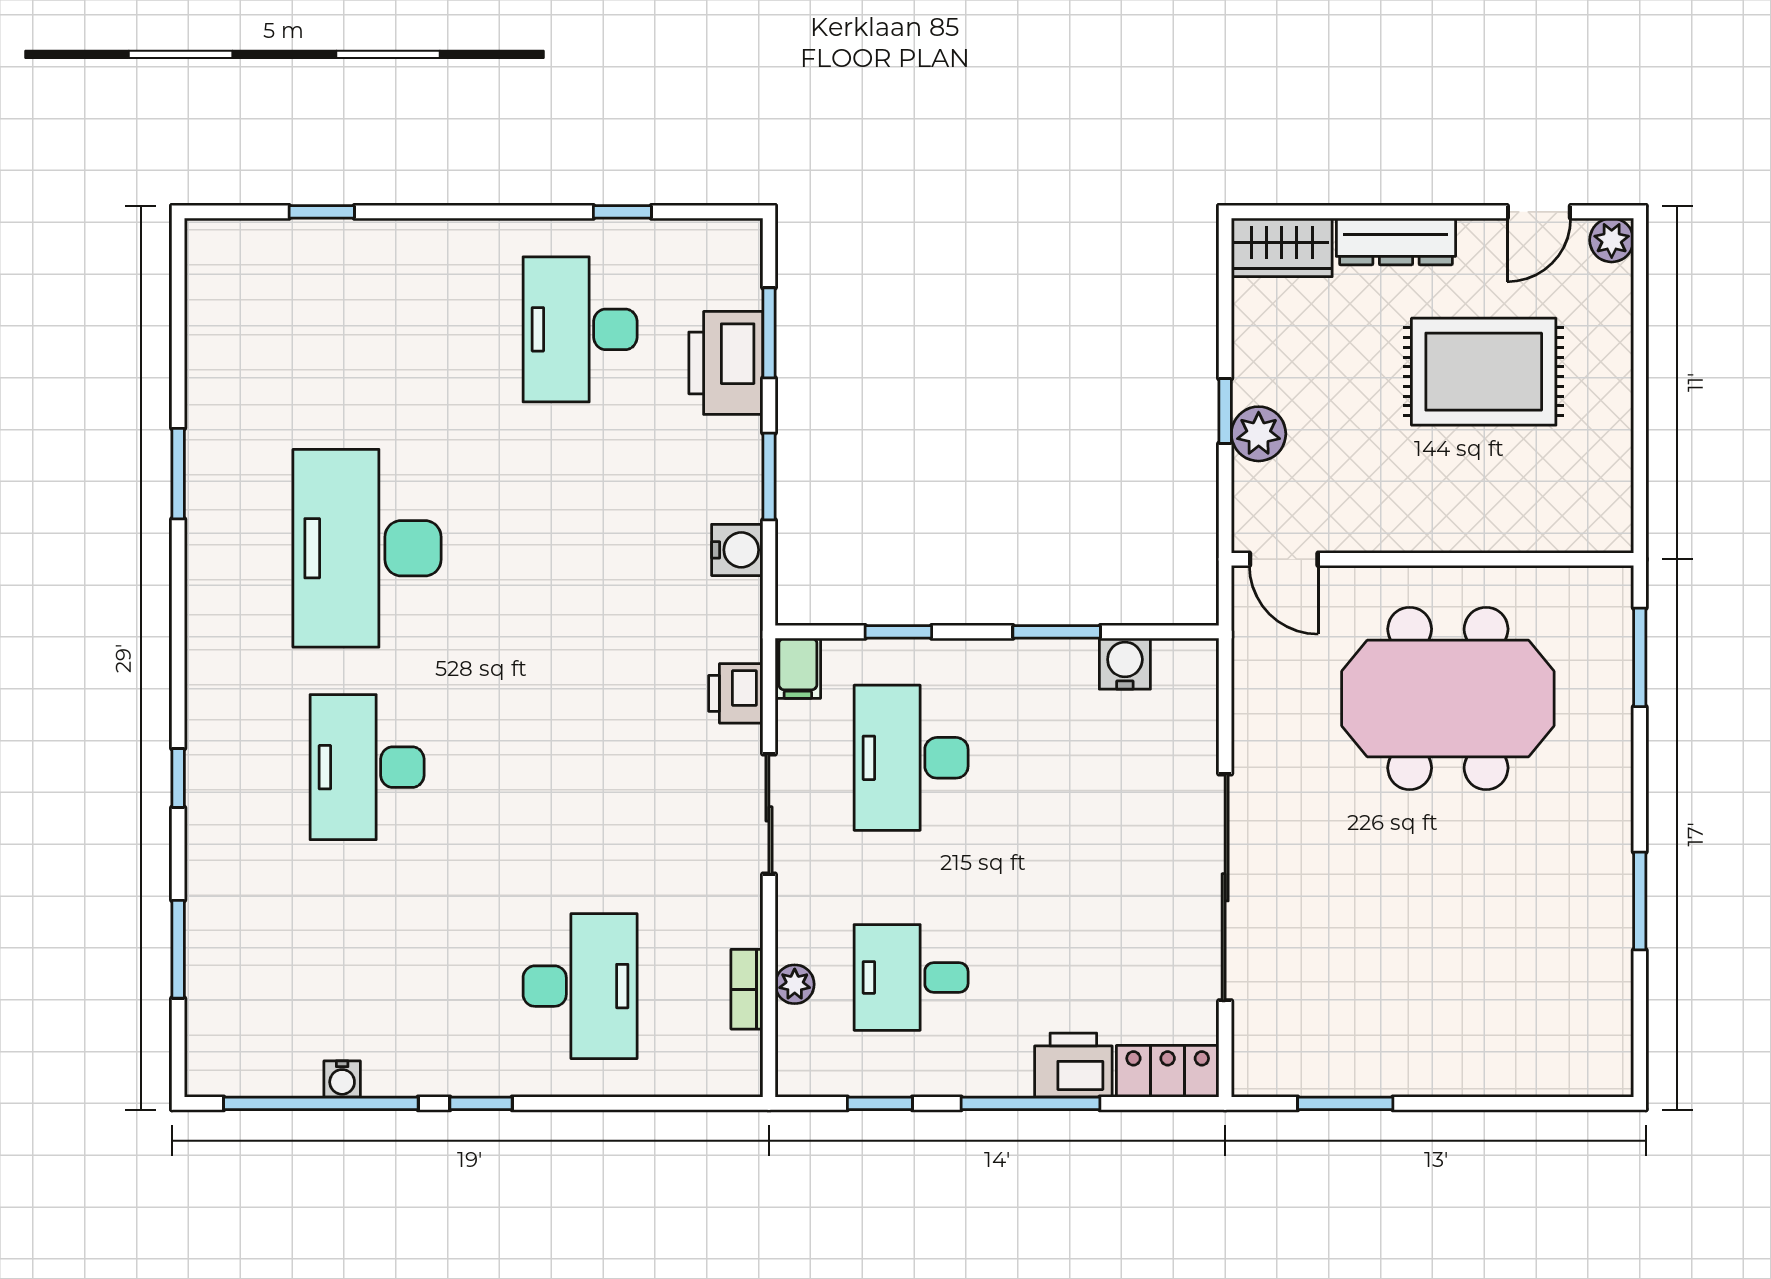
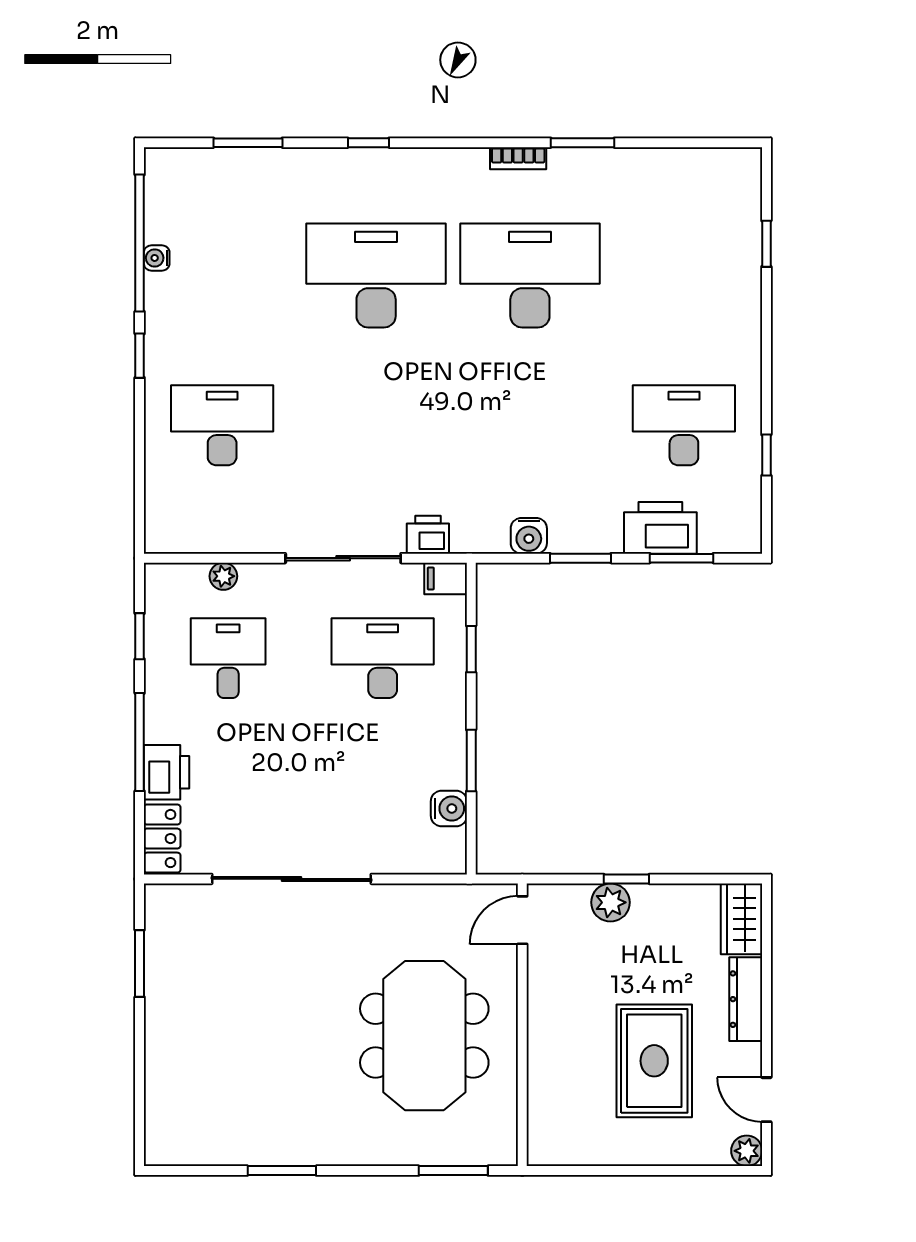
desk: (367, 767) -> (376, 276), width x1.36, depth x1.30
sliding door: (769, 814) -> (343, 558), width x1.37
desk: (580, 986) -> (222, 425), turned 180
bookcase: (747, 989) -> (518, 158), moved, turned 180

